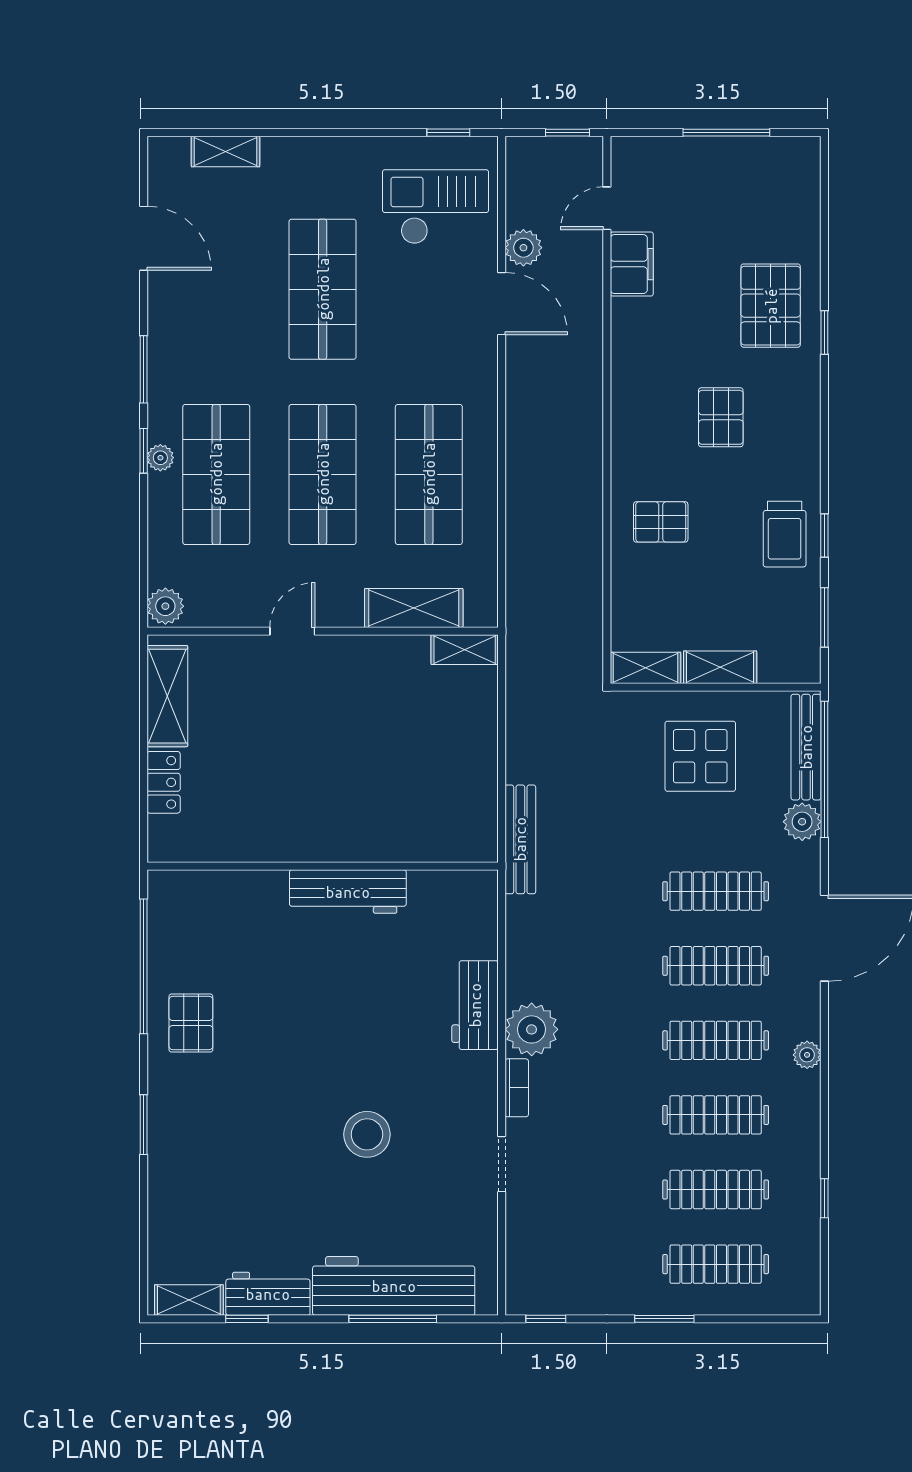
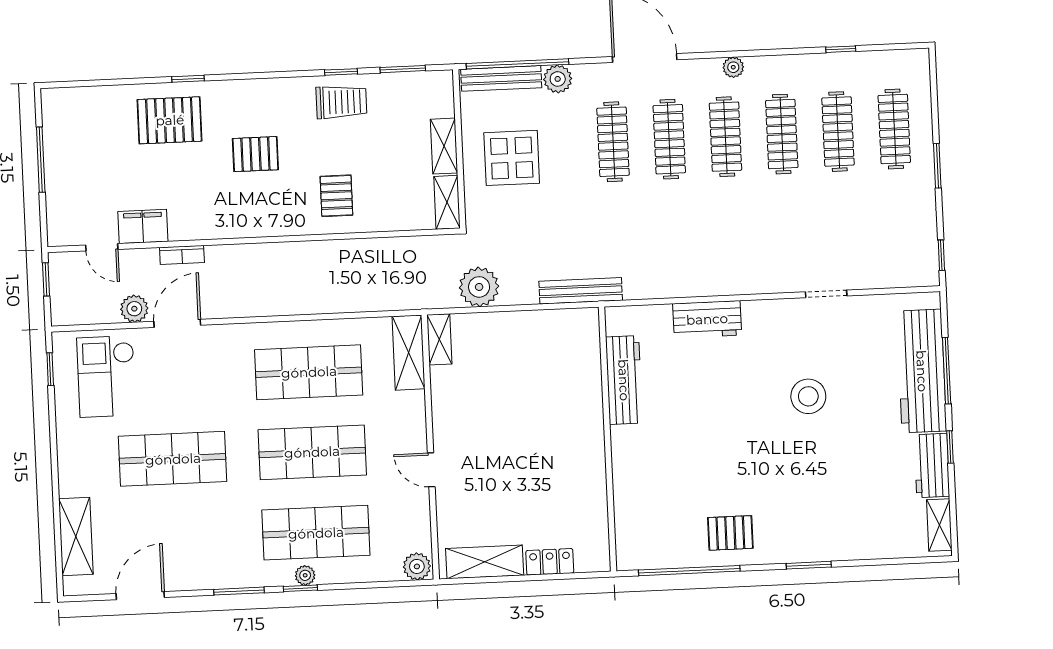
shelving: (225, 152) -> (76, 537), width x1.50, depth x1.33
shelving: (414, 608) -> (408, 353), moved
workbench: (348, 892) -> (624, 380), moved
plant: (532, 1029) -> (479, 287), moved
bookcase: (517, 1088) -> (182, 255), moved, turned 180
window: (247, 1319) -> (950, 447), moved

